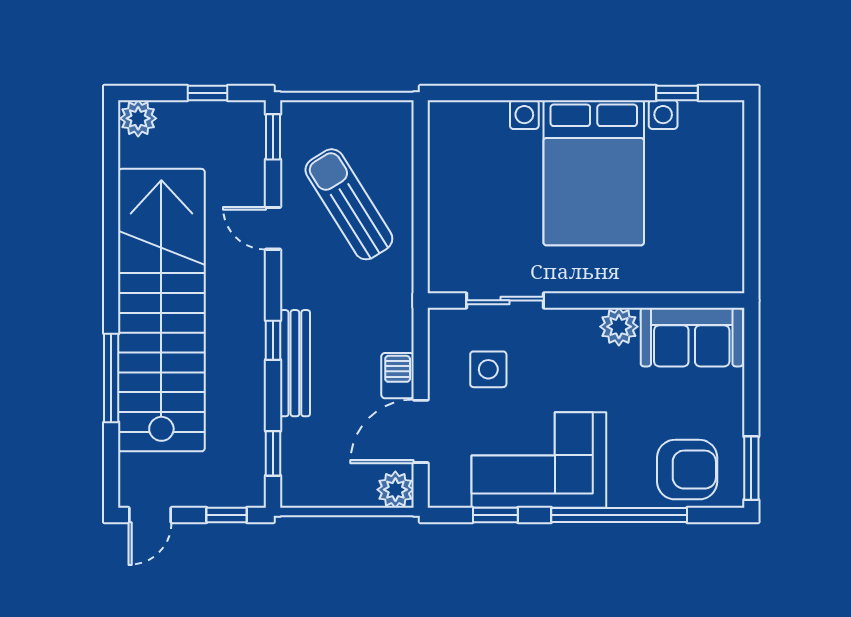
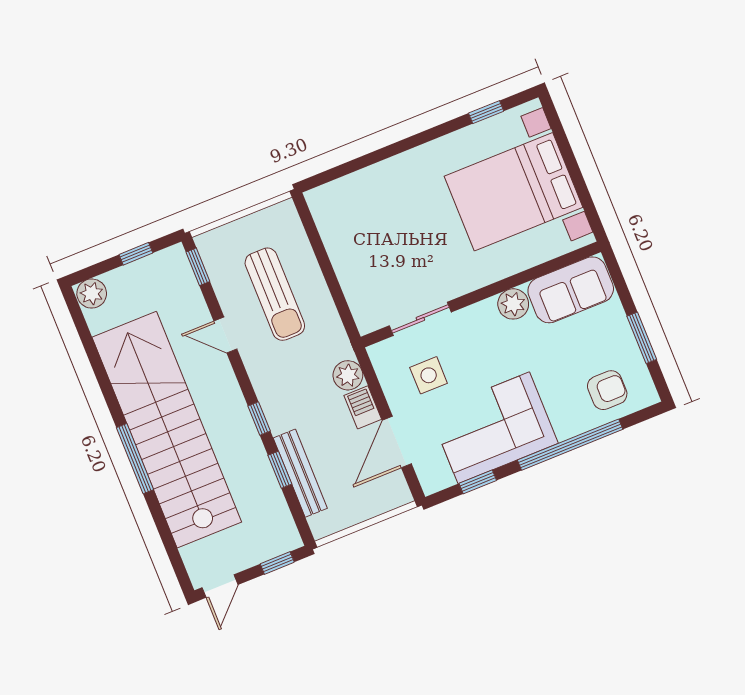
bed with nightstands: (594, 173) -> (514, 192), moved, turned 90
sun lounger: (349, 204) -> (275, 294), turned -148
bench: (295, 363) -> (300, 473), moved
window: (111, 378) -> (135, 459), moved
window: (273, 453) -> (280, 470), moved
window: (751, 468) -> (642, 338), moved
armchair: (687, 470) -> (607, 390), width x0.72, depth x0.72
plant: (395, 490) -> (348, 375), moved

